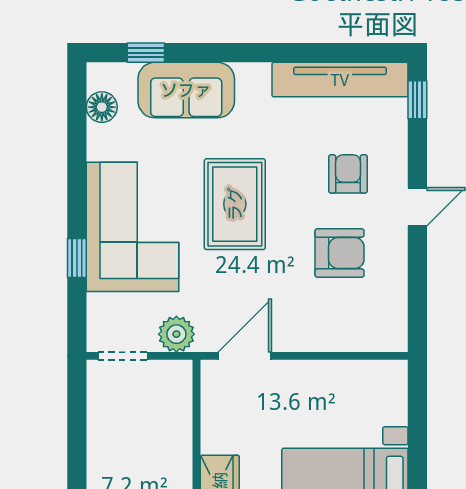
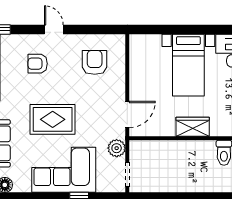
armchair: (339, 253) -> (95, 62), moved
door: (245, 356) -> (127, 114), swing flipped

